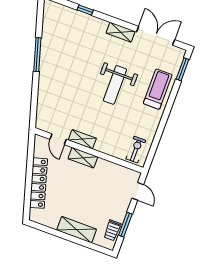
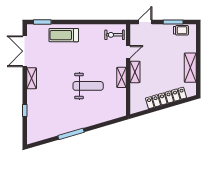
weight bench: (115, 85) -> (88, 86), moved
door: (58, 139) -> (128, 52), moved
shelving: (77, 230) -> (190, 68), moved

